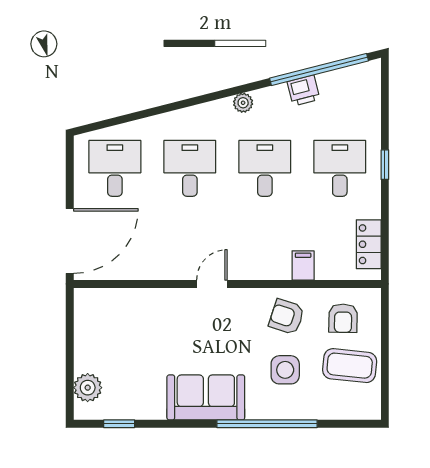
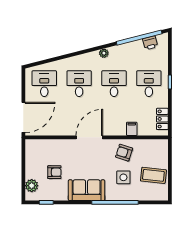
printer: (303, 90) -> (150, 43), moved
door: (212, 284) -> (89, 137), width x1.87
armchair: (343, 318) -> (54, 172), moved, turned -91

